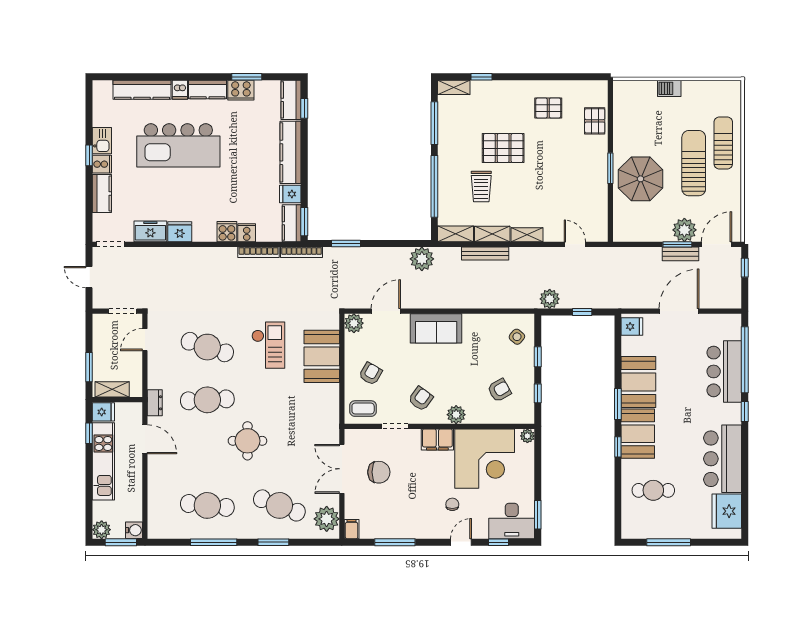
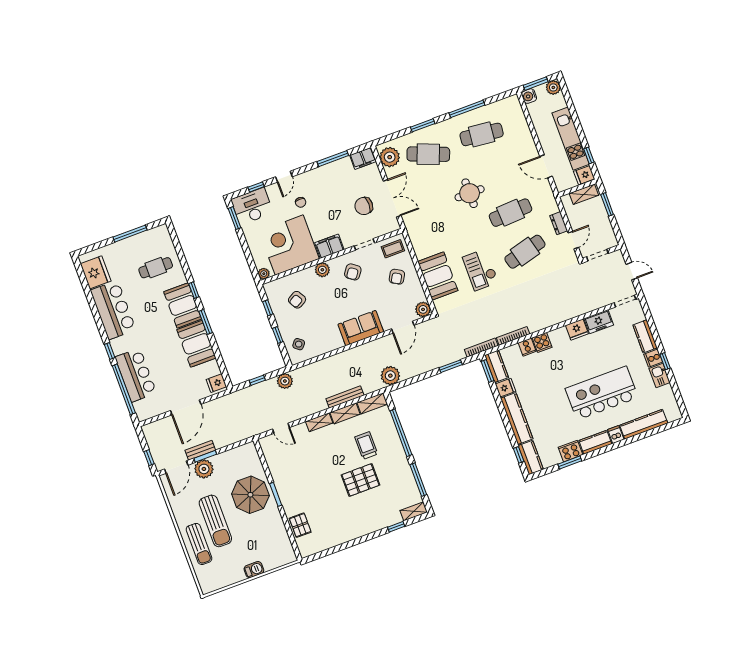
pallet: (548, 108) -> (338, 522), removed
cafe table: (207, 347) -> (525, 252), turned -33
dresser: (155, 403) -> (559, 223), moved
filing cabinet: (352, 529) -> (363, 158), width x2.00

